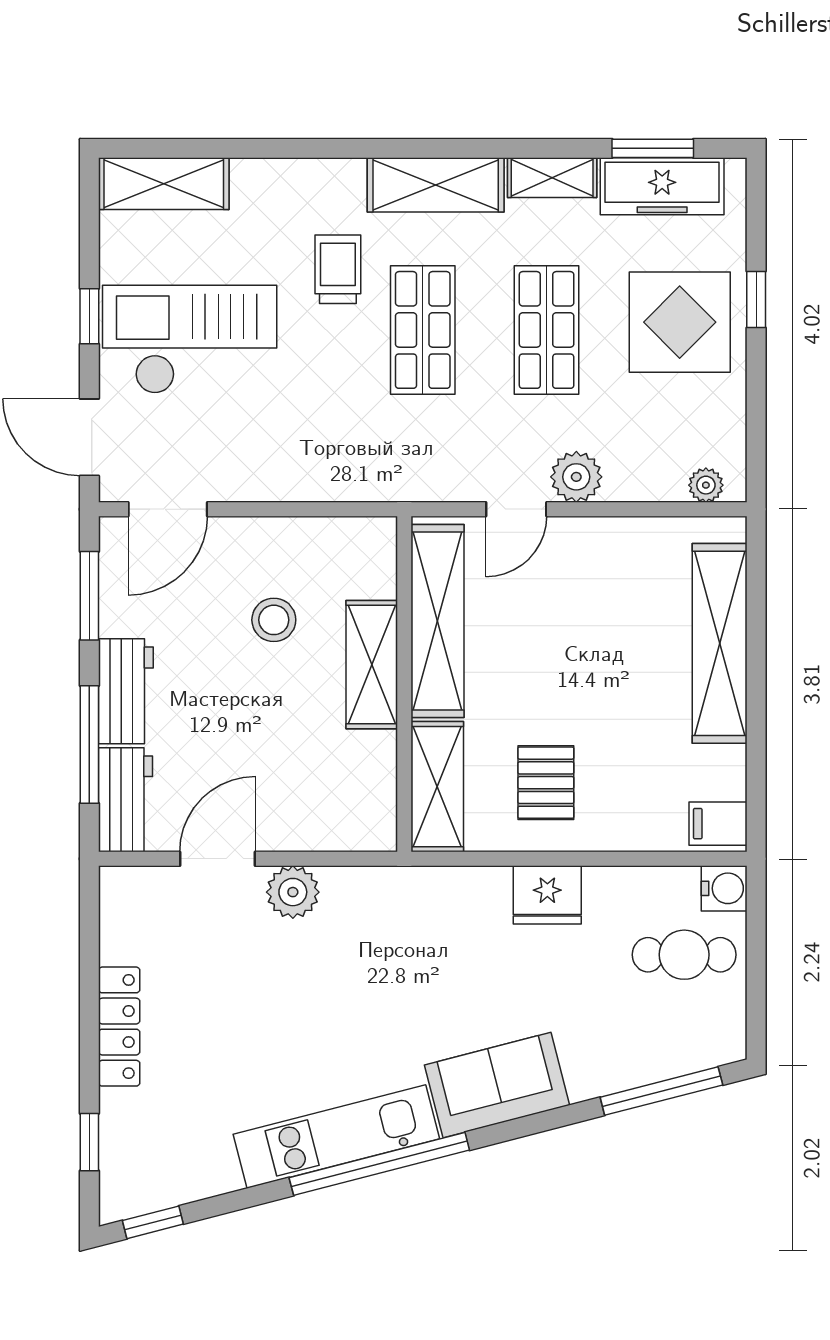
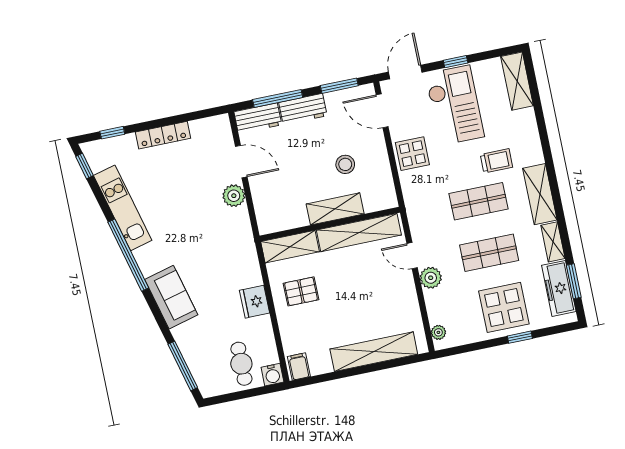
display table: (281, 460) -> (412, 154), added
kitchen unit: (336, 1137) -> (123, 208), moved

